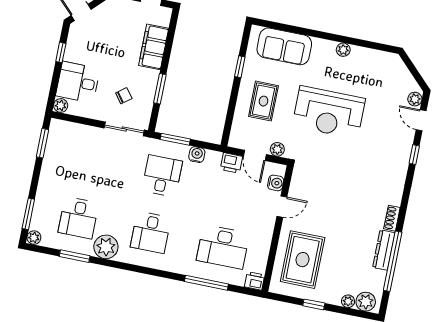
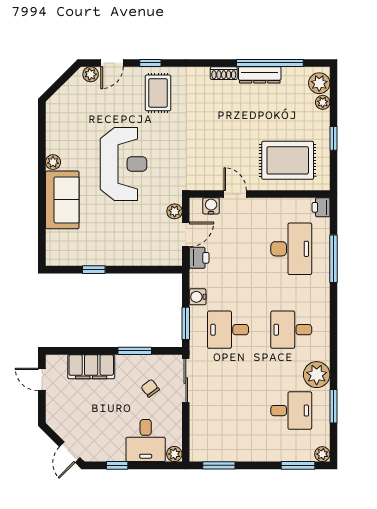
sofa: (284, 46) -> (62, 200), moved
rug: (263, 101) -> (158, 93), moved, turned 90
desk: (151, 232) -> (291, 330), turned 180

